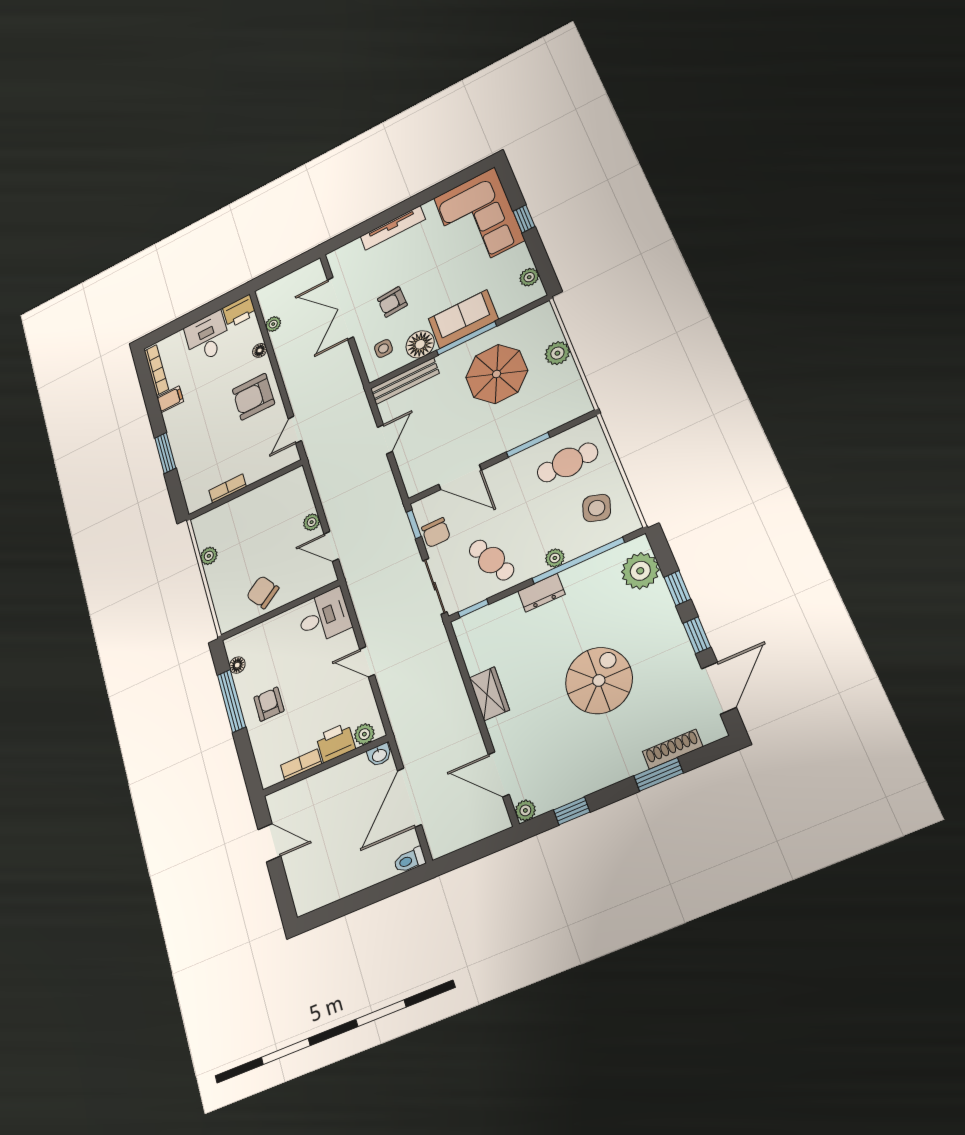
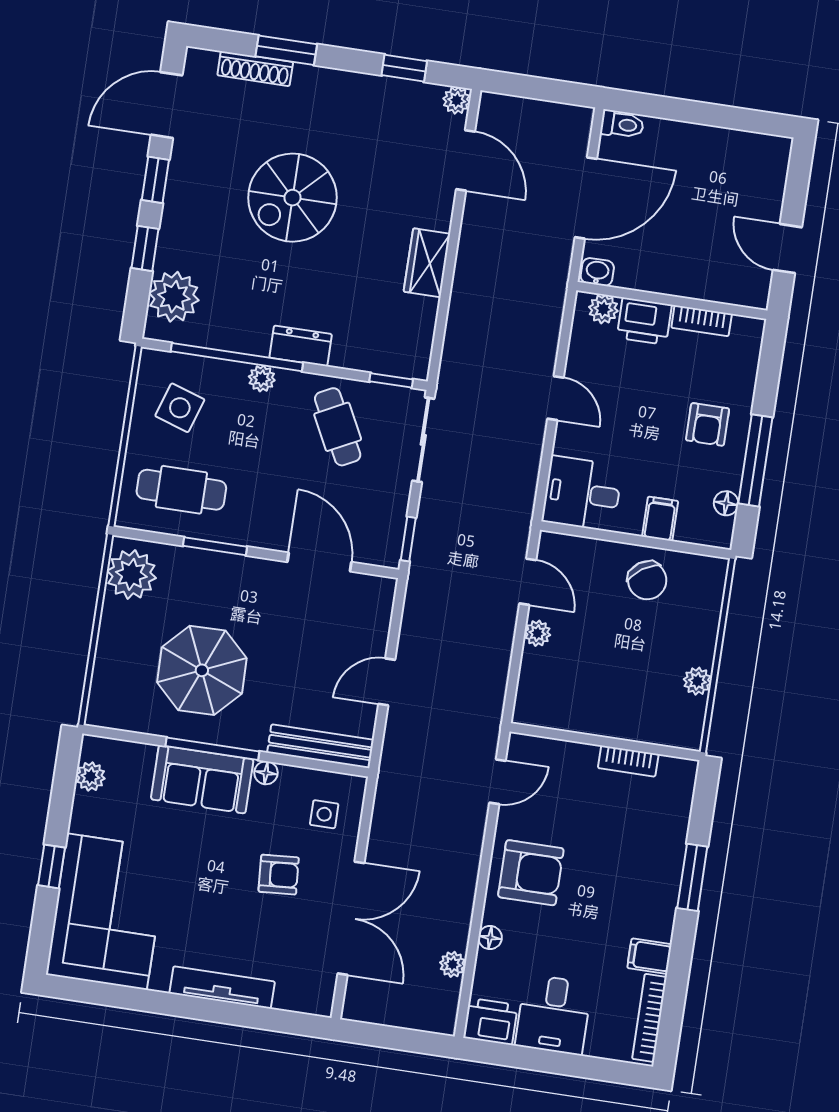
floor lamp: (420, 344) -> (266, 773), width x0.53, depth x0.53
plant: (557, 353) -> (131, 574), moved, width x1.36, depth x1.36
chair: (436, 533) -> (387, 509), removed
filing cabinet: (271, 632) -> (660, 519), added

